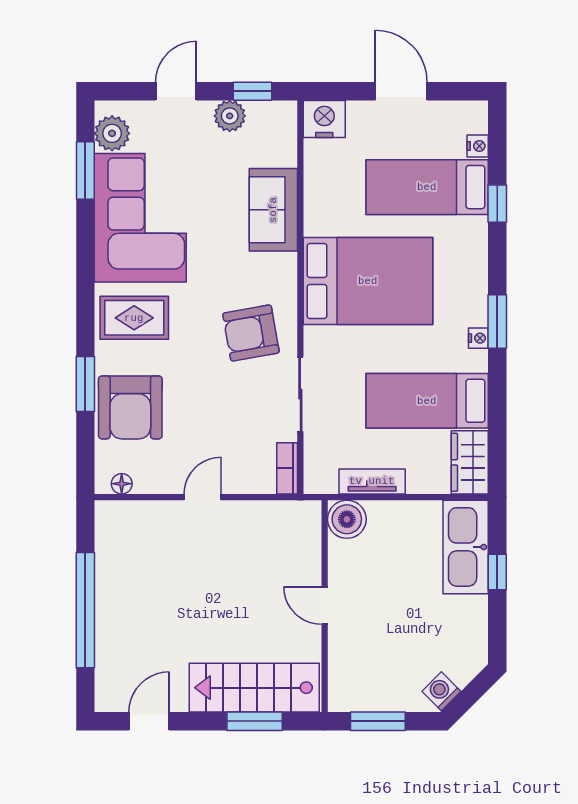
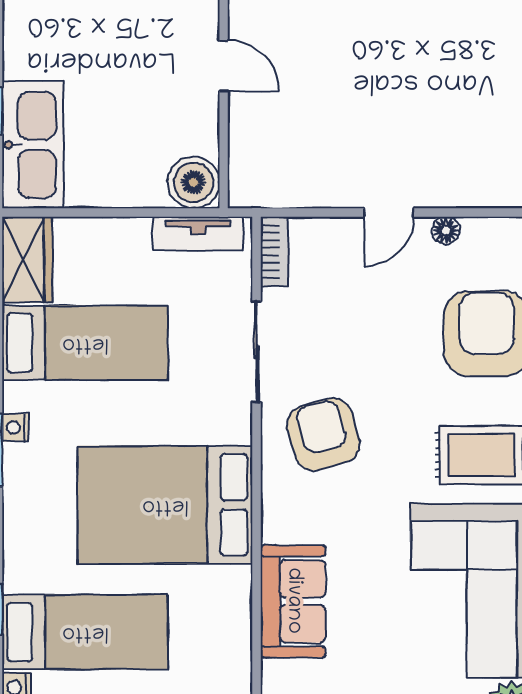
armchair: (251, 333) -> (323, 434), turned -96
tv unit: (372, 481) -> (198, 234), moved
floor lamp: (122, 484) -> (446, 230), moved

